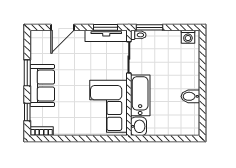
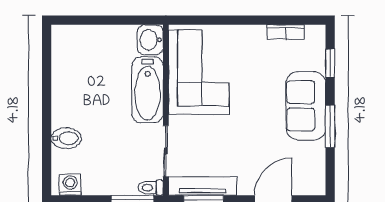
bidet: (190, 96) -> (66, 138), moved
bookcase: (42, 131) -> (286, 32), moved

